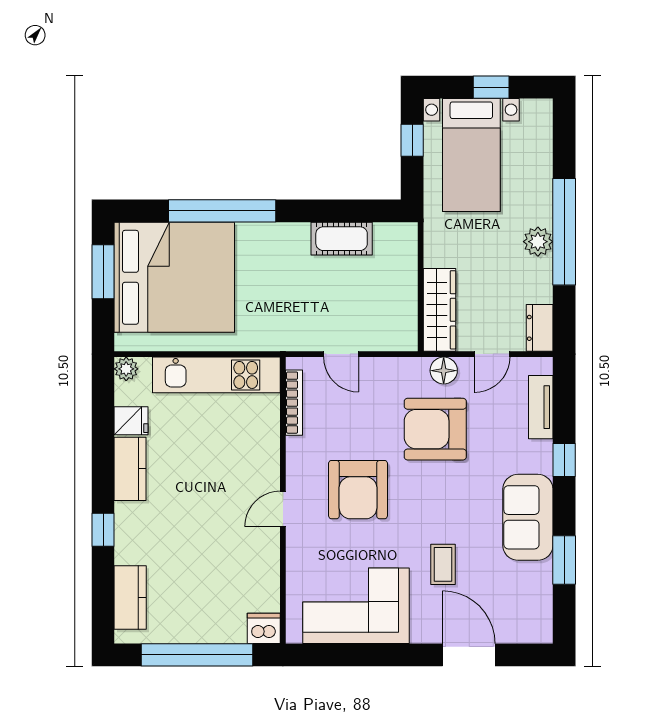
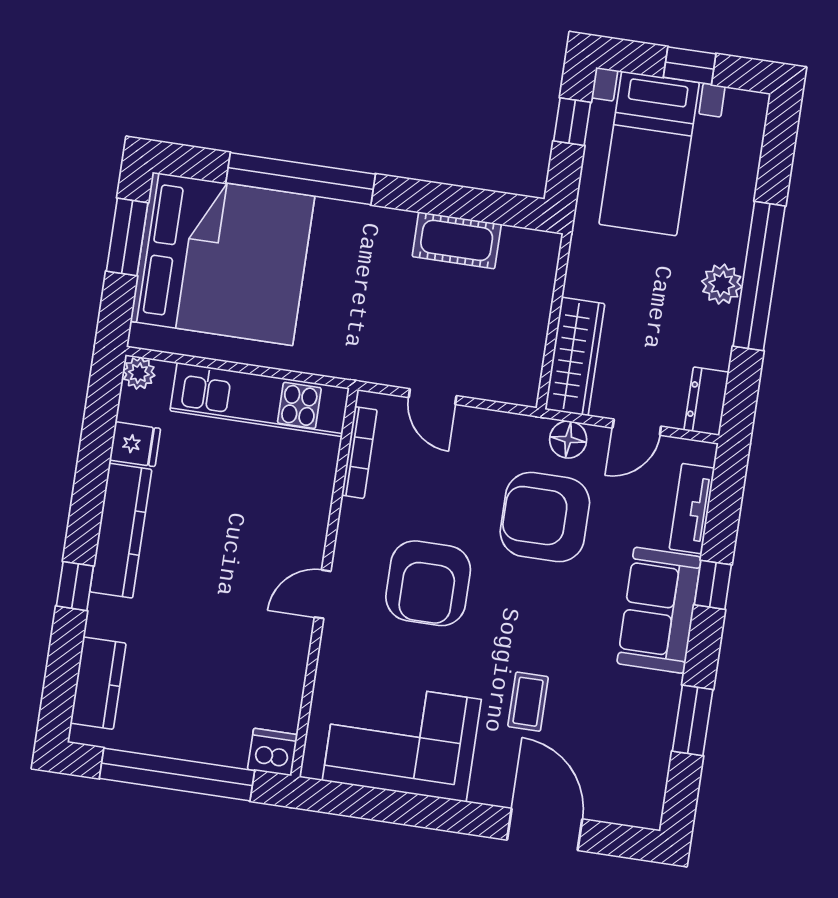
kitchen counter: (130, 469) -> (121, 531), width x1.50
sofa: (528, 517) -> (659, 610), moved

